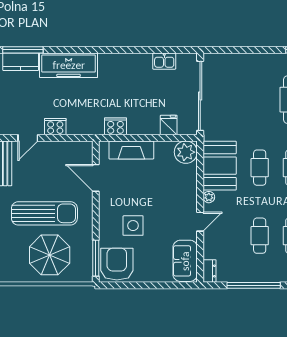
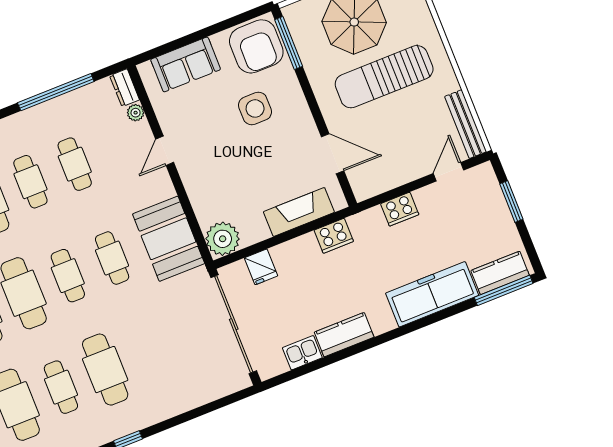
kitchen counter: (134, 62) -> (344, 335), added
cooker: (55, 127) -> (400, 209), moved
plant: (209, 197) -> (136, 113), moved
sofa: (185, 261) -> (186, 64), moved, turned 90

